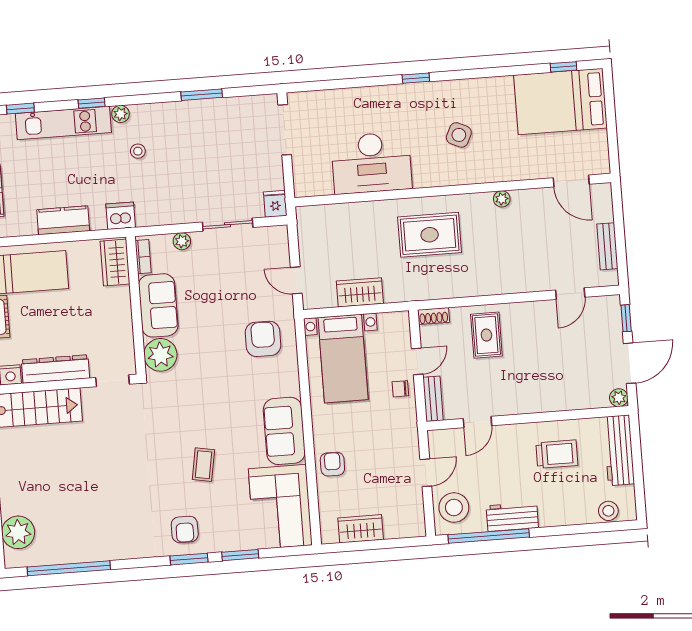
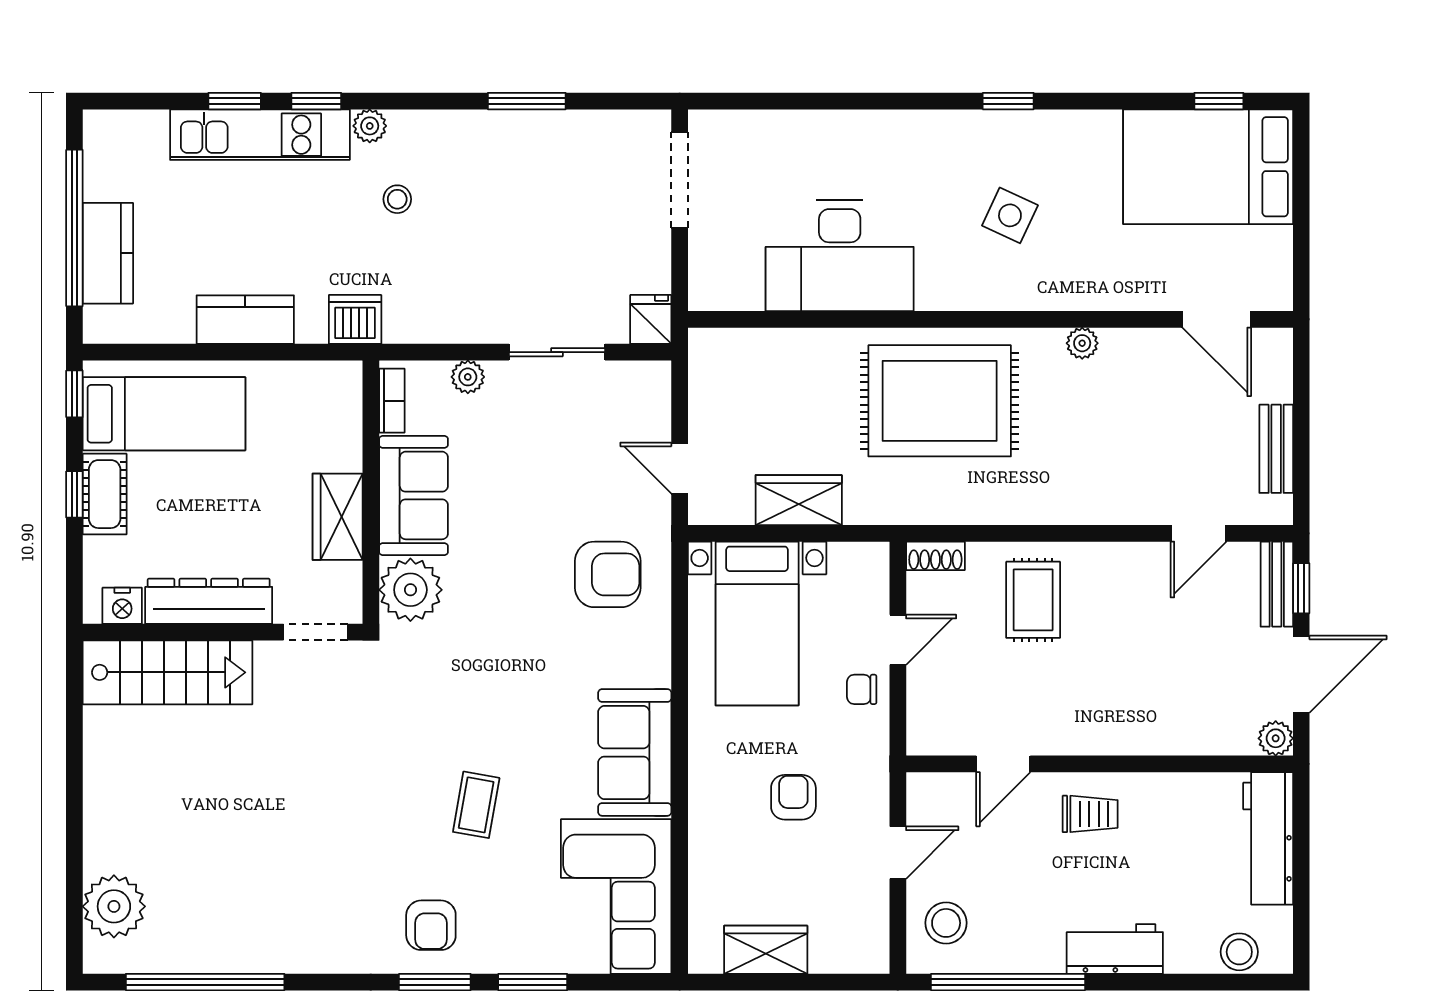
window: (416, 78) -> (1008, 101), moved
window: (20, 109) -> (235, 101), moved
rug: (430, 235) -> (940, 401), width x1.37, depth x1.44
wardrobe: (115, 263) -> (338, 517), moved
armchair: (263, 339) -> (608, 574), turned 90
bench: (433, 399) -> (1277, 584), moved
trolley: (557, 454) -> (1090, 814), moved, width x0.73, depth x0.72
armchair: (332, 464) -> (793, 797), moved
stool: (454, 508) -> (946, 923), width x0.73, depth x0.73
workbench: (512, 517) -> (1115, 949), moved

